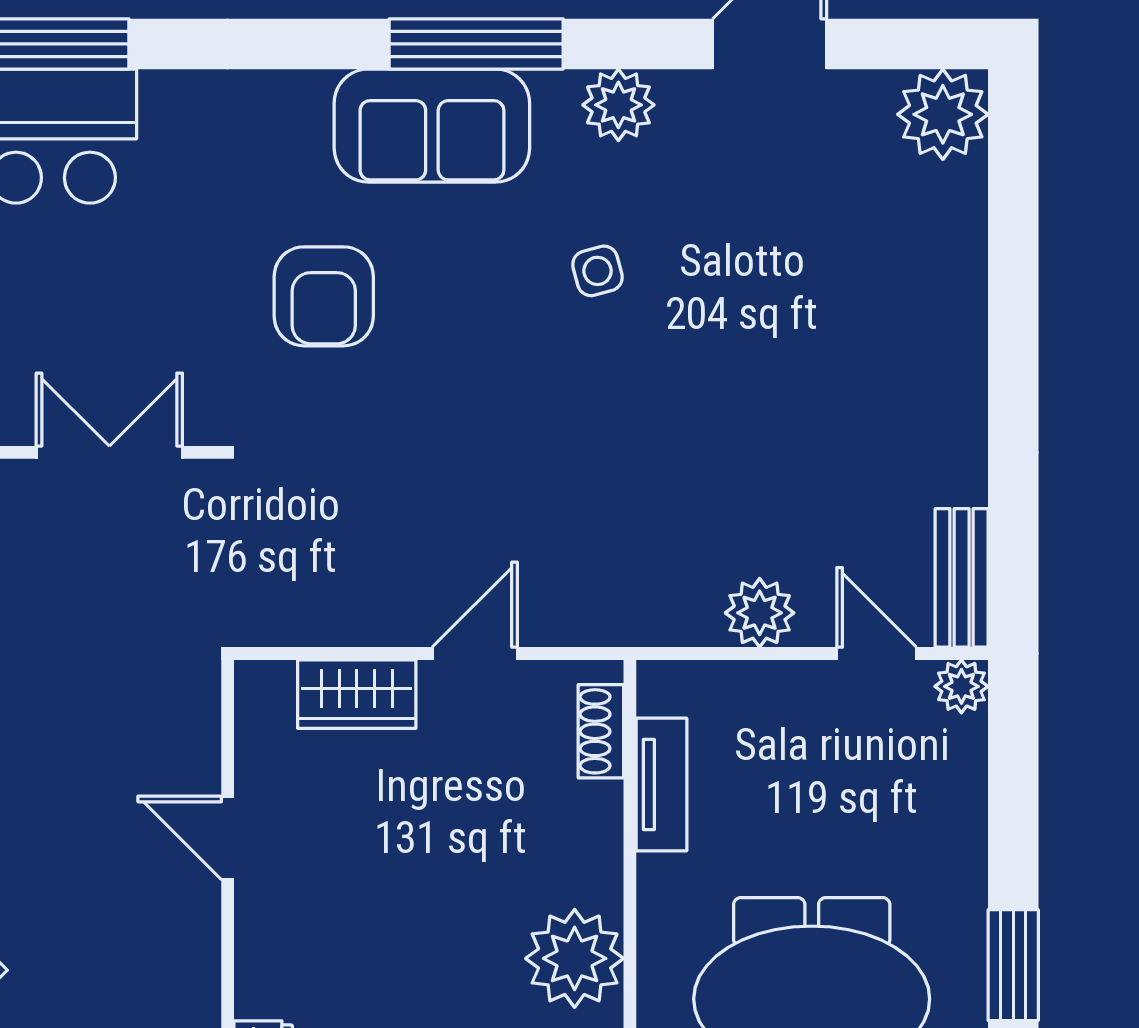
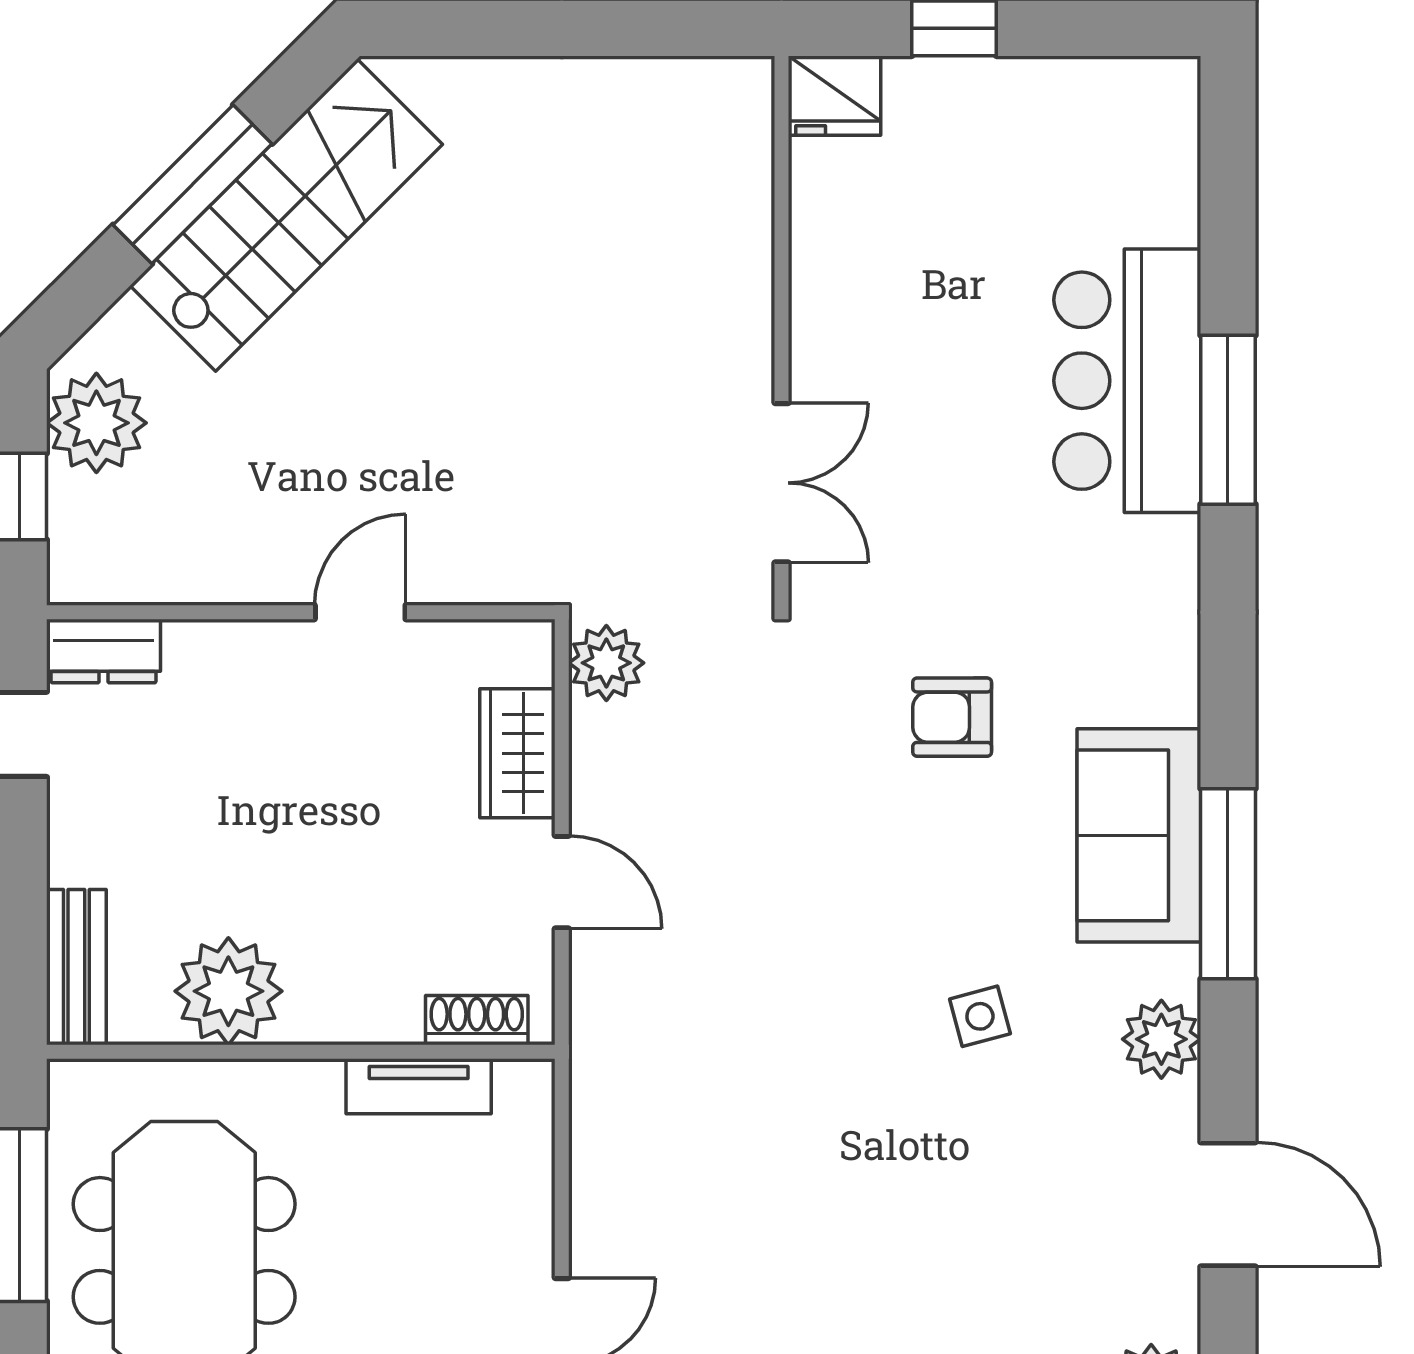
armchair: (324, 296) -> (952, 717), width x0.72, depth x0.72
plant: (760, 613) -> (606, 663), moved

